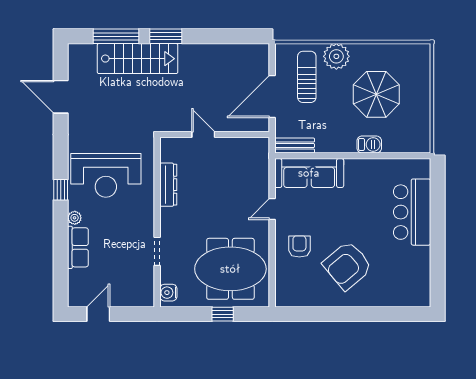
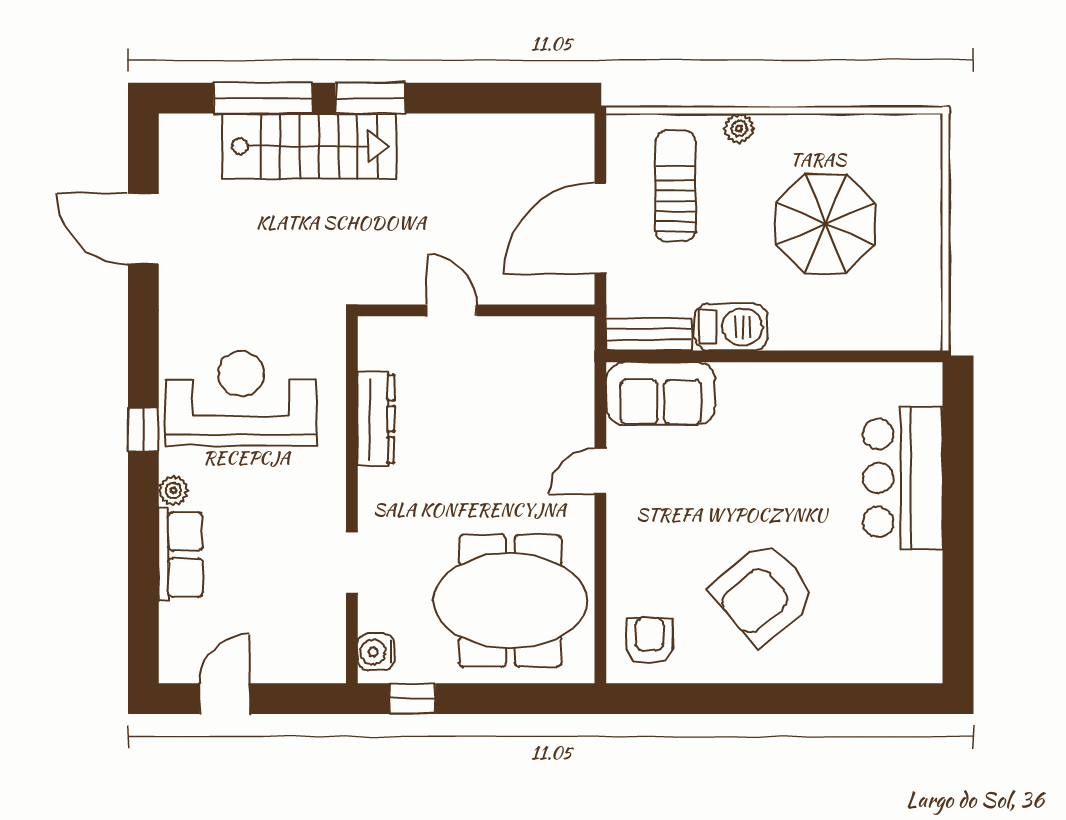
plant: (336, 56) -> (739, 128), width x0.53, depth x0.53
barbecue: (369, 144) -> (731, 327), moved, width x1.38, depth x1.27
sofa: (309, 173) -> (661, 394), width x0.73
reception desk: (106, 175) -> (241, 399), turned 180
armchair: (299, 246) -> (650, 641), moved
window: (223, 314) -> (413, 699), moved

